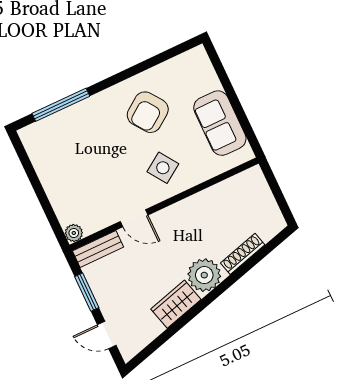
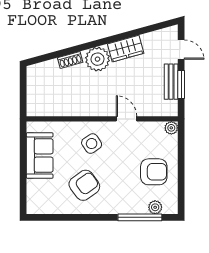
plant: (48, 126) -> (155, 207), added
armchair: (70, 169) -> (154, 172), added
bench: (98, 249) -> (171, 82), moved, turned 90
shoe rack: (243, 254) -> (70, 60), width x0.70

